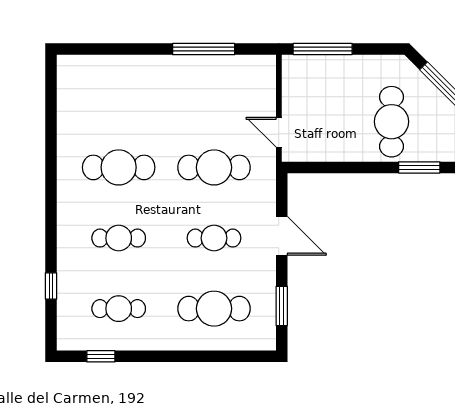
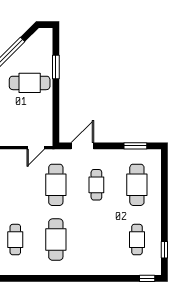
door: (282, 236) -> (82, 146), moved
cafe table: (119, 238) -> (15, 240), moved
window: (51, 286) -> (147, 278), moved

